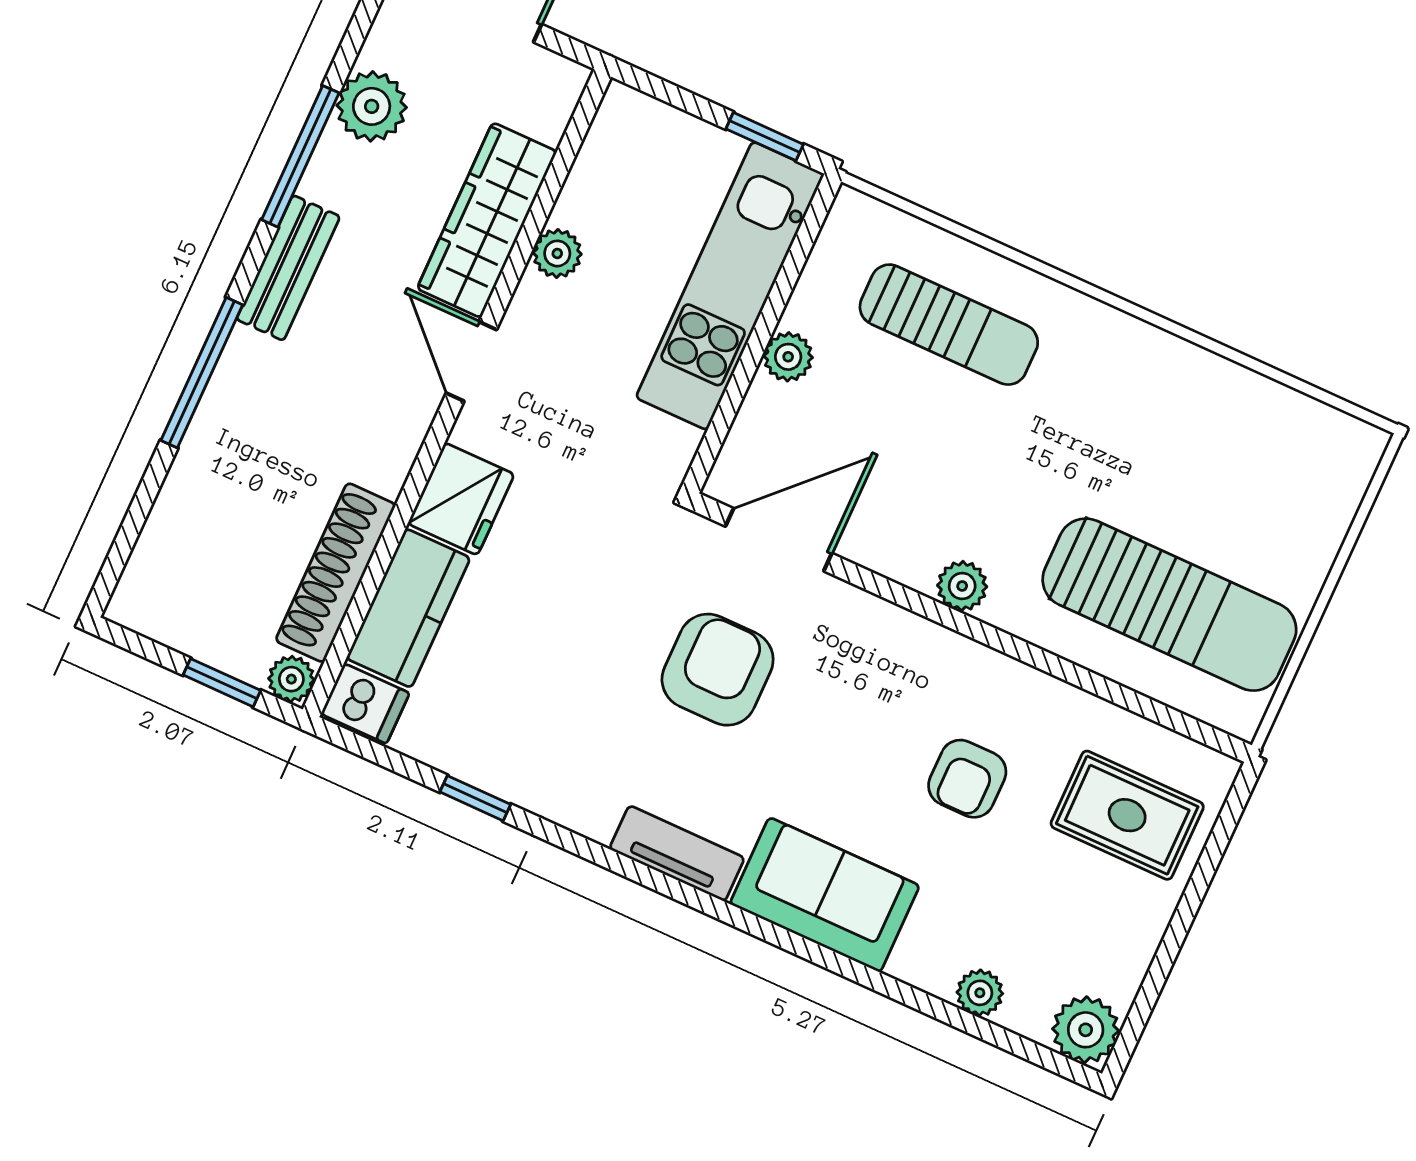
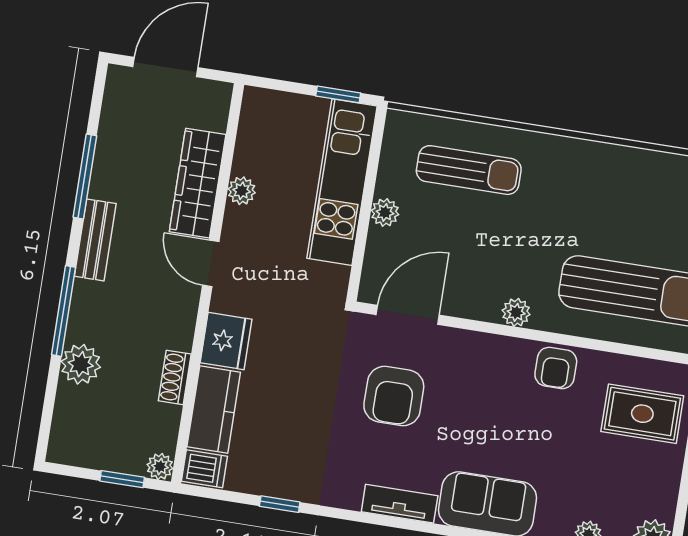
plant: (372, 106) -> (81, 364), moved
shoe rack: (336, 573) -> (175, 377), width x0.51, depth x0.81
armchair: (718, 670) -> (394, 396), turned 180
armchair: (967, 779) -> (556, 368), moved

